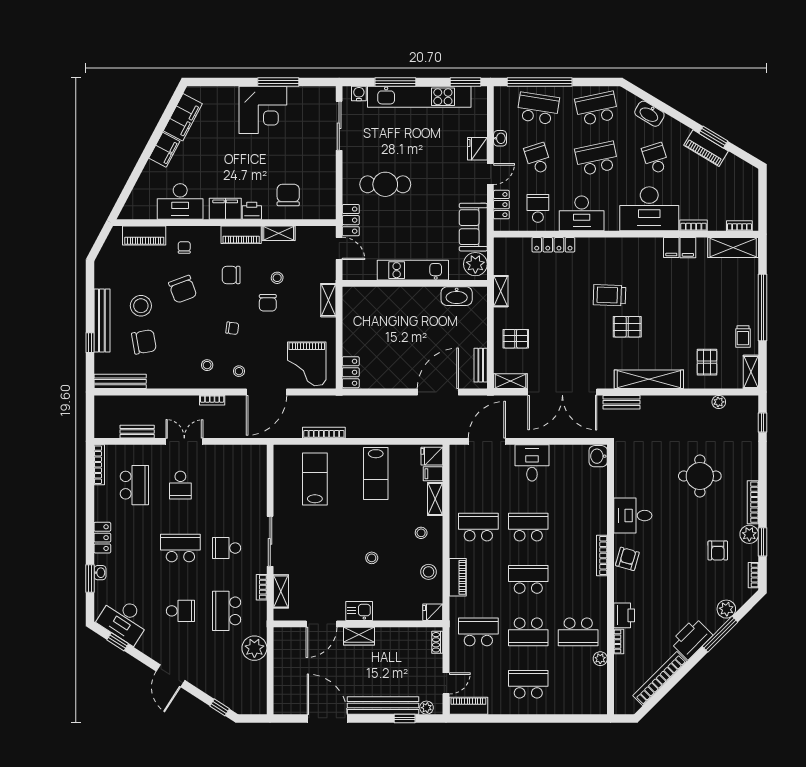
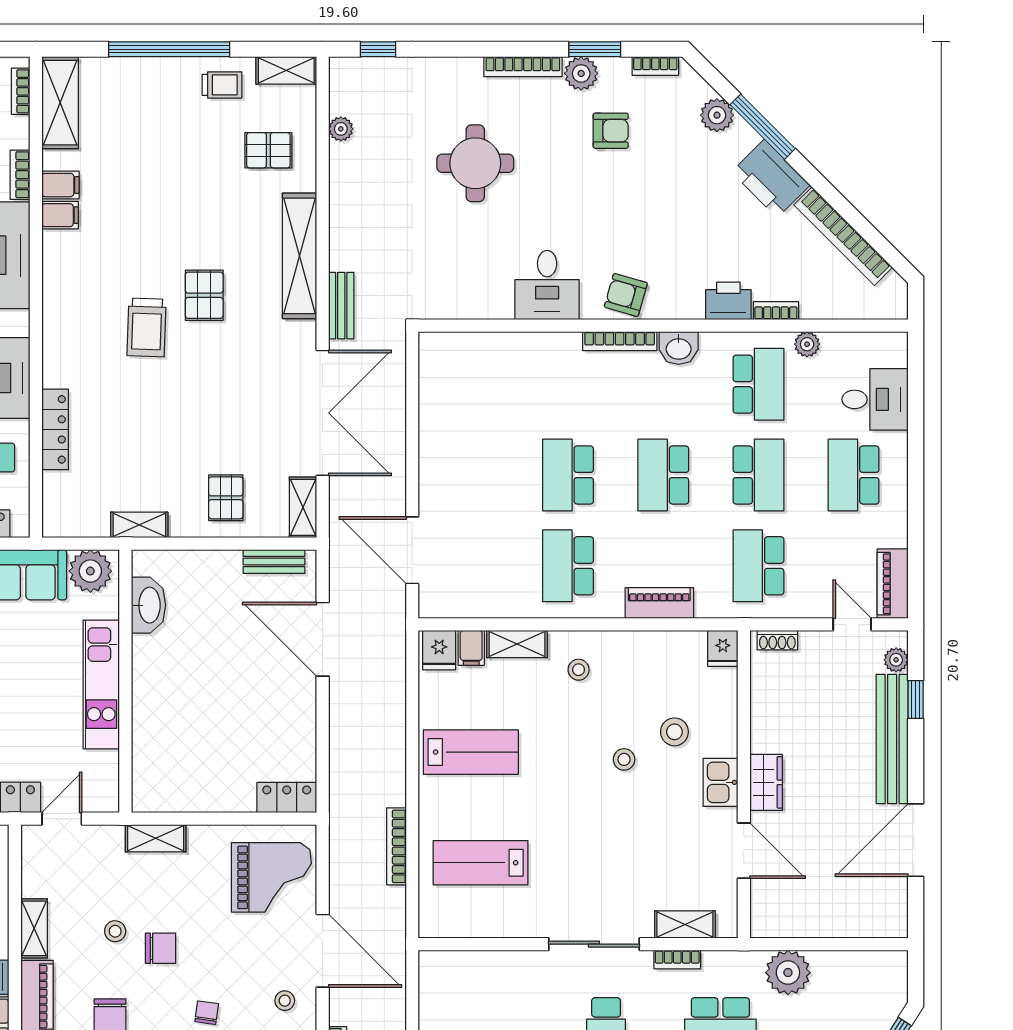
washbasin: (598, 456) -> (679, 348), moved
desk: (532, 463) -> (875, 399), moved, turned 180
stool: (429, 572) -> (674, 732), moved

